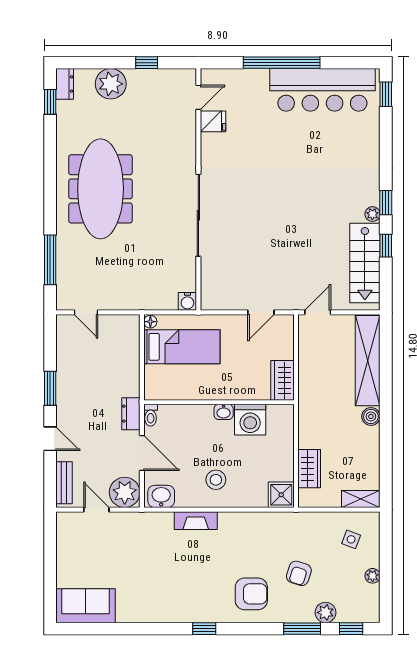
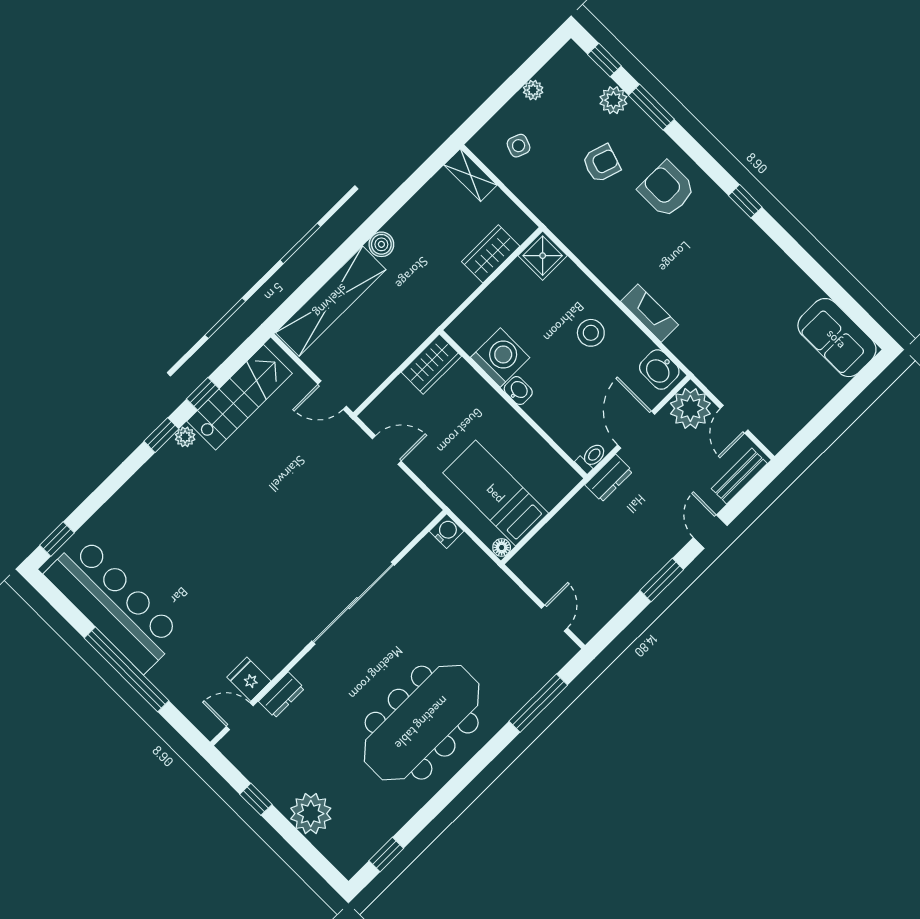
dresser: (65, 84) -> (282, 695), moved, turned 180

